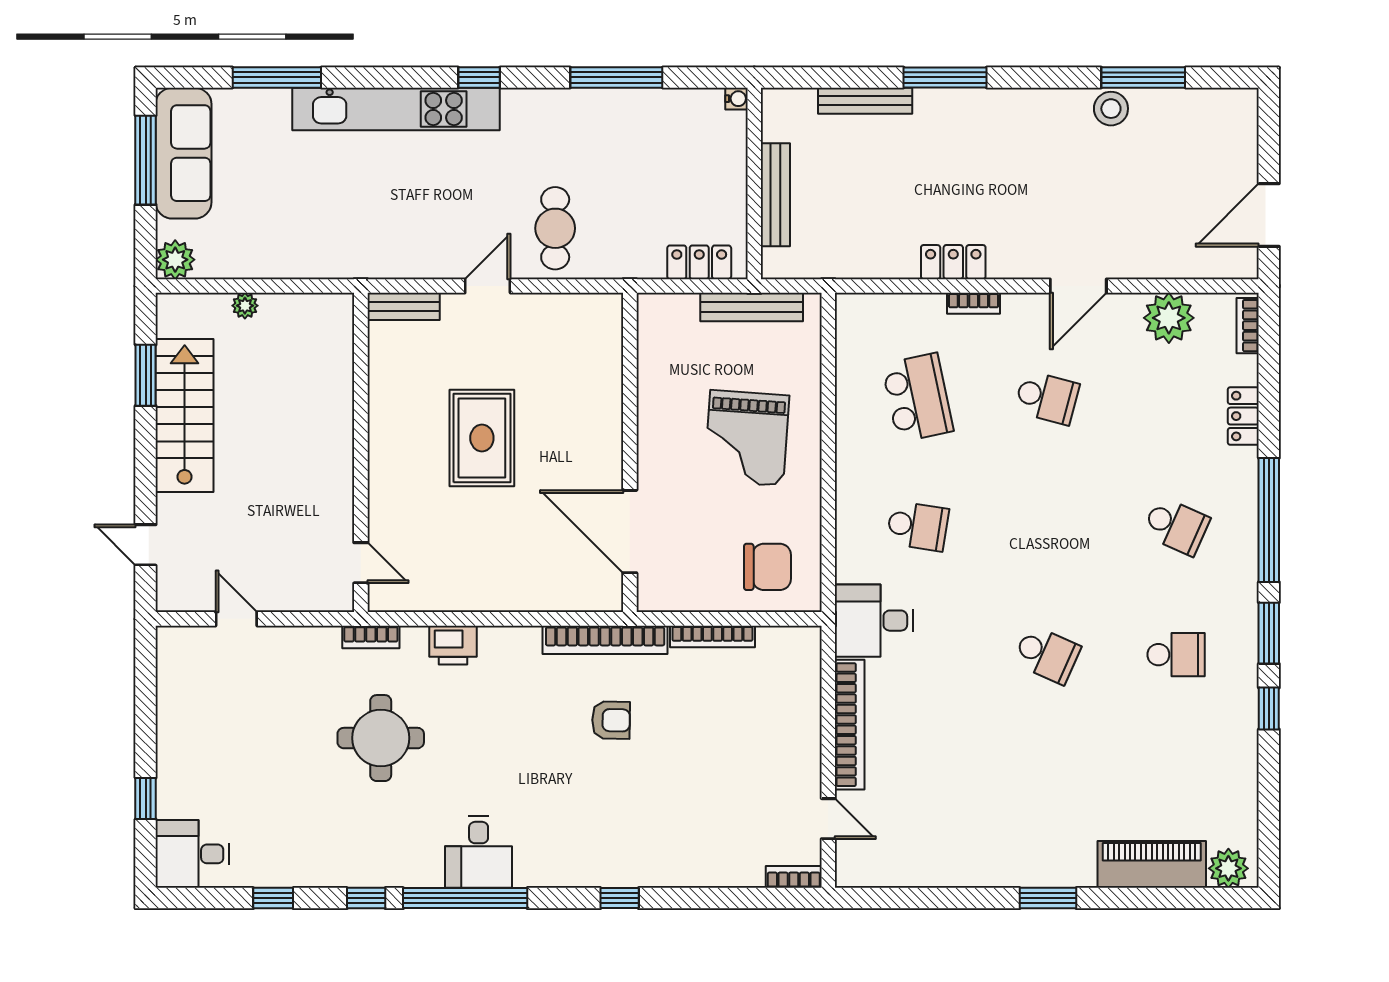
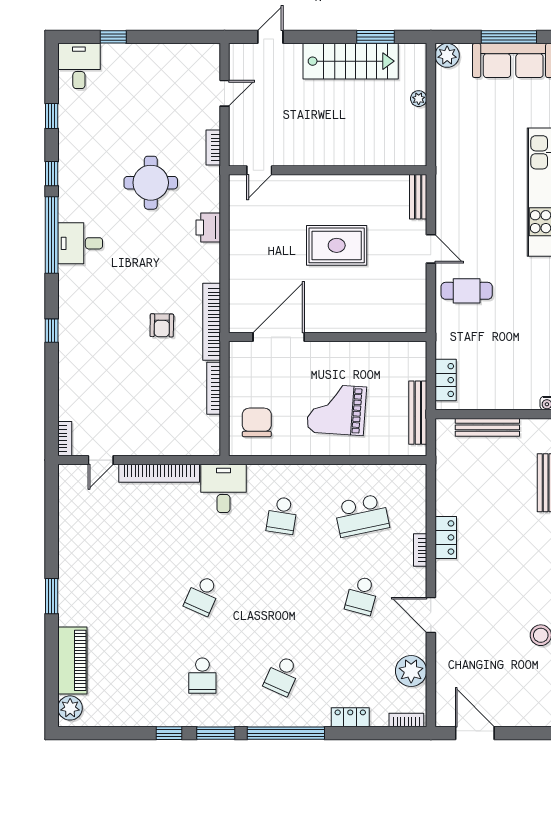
chair: (768, 567) -> (257, 422), turned 180
bookcase: (371, 637) -> (213, 147), moved

